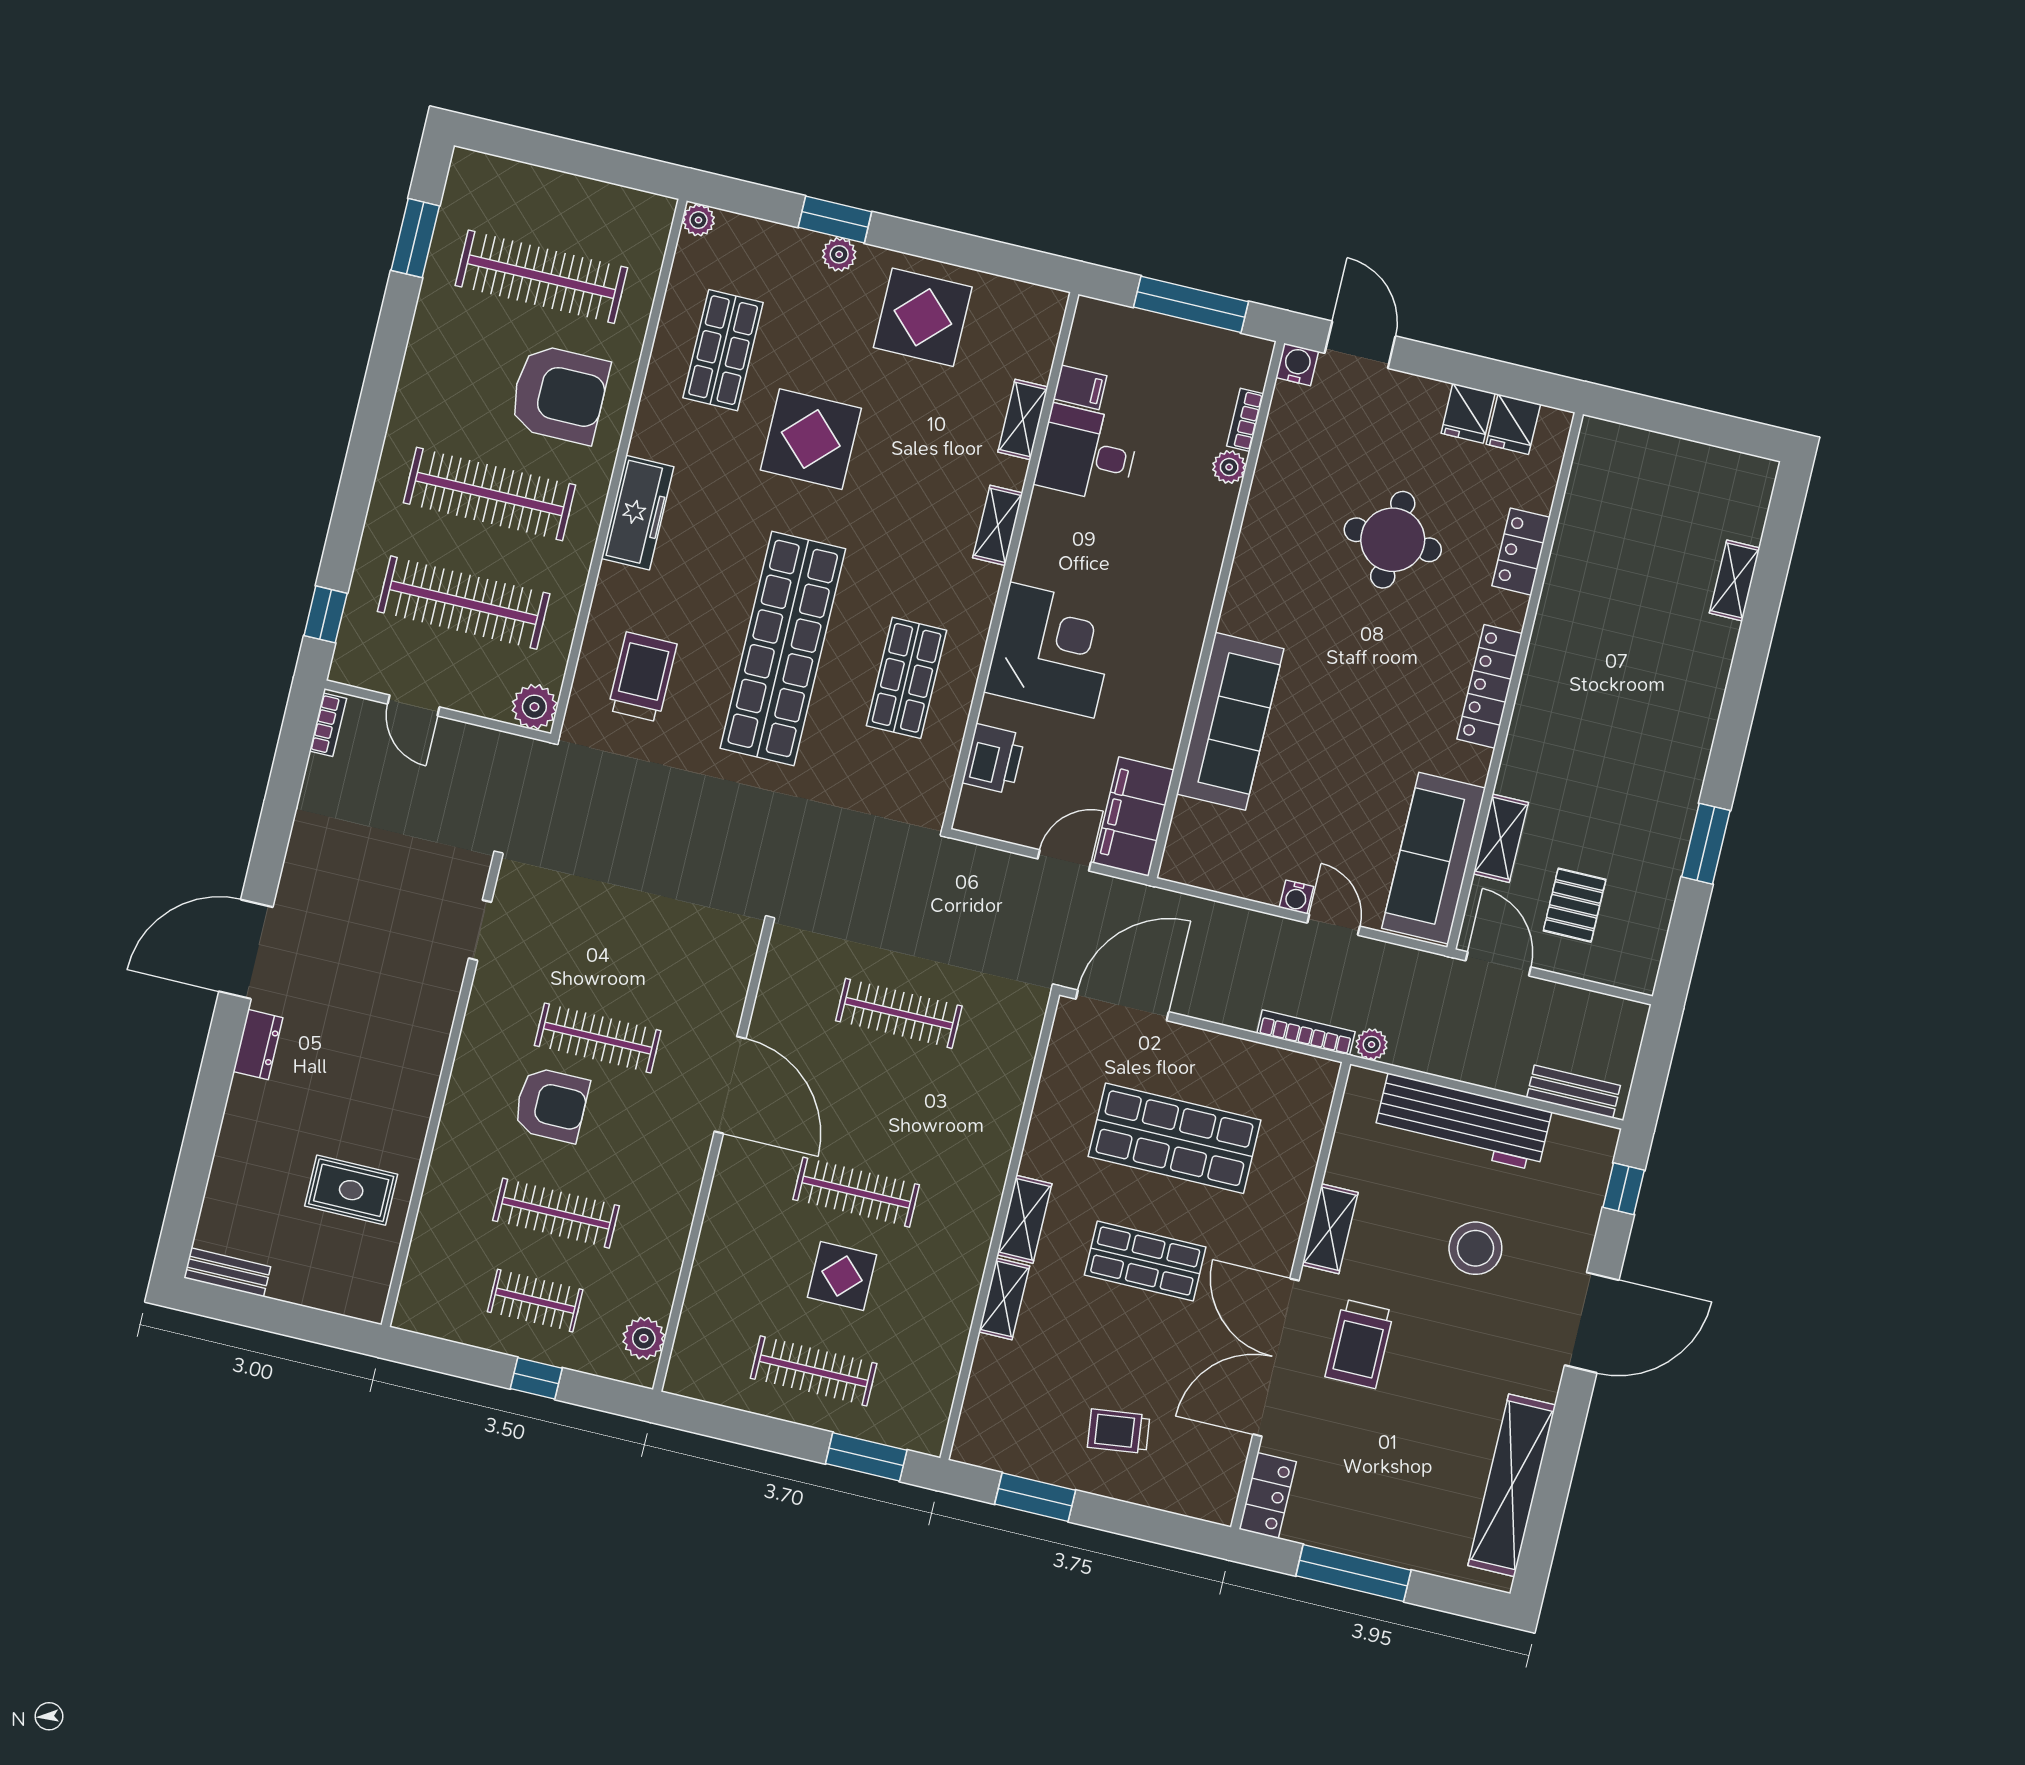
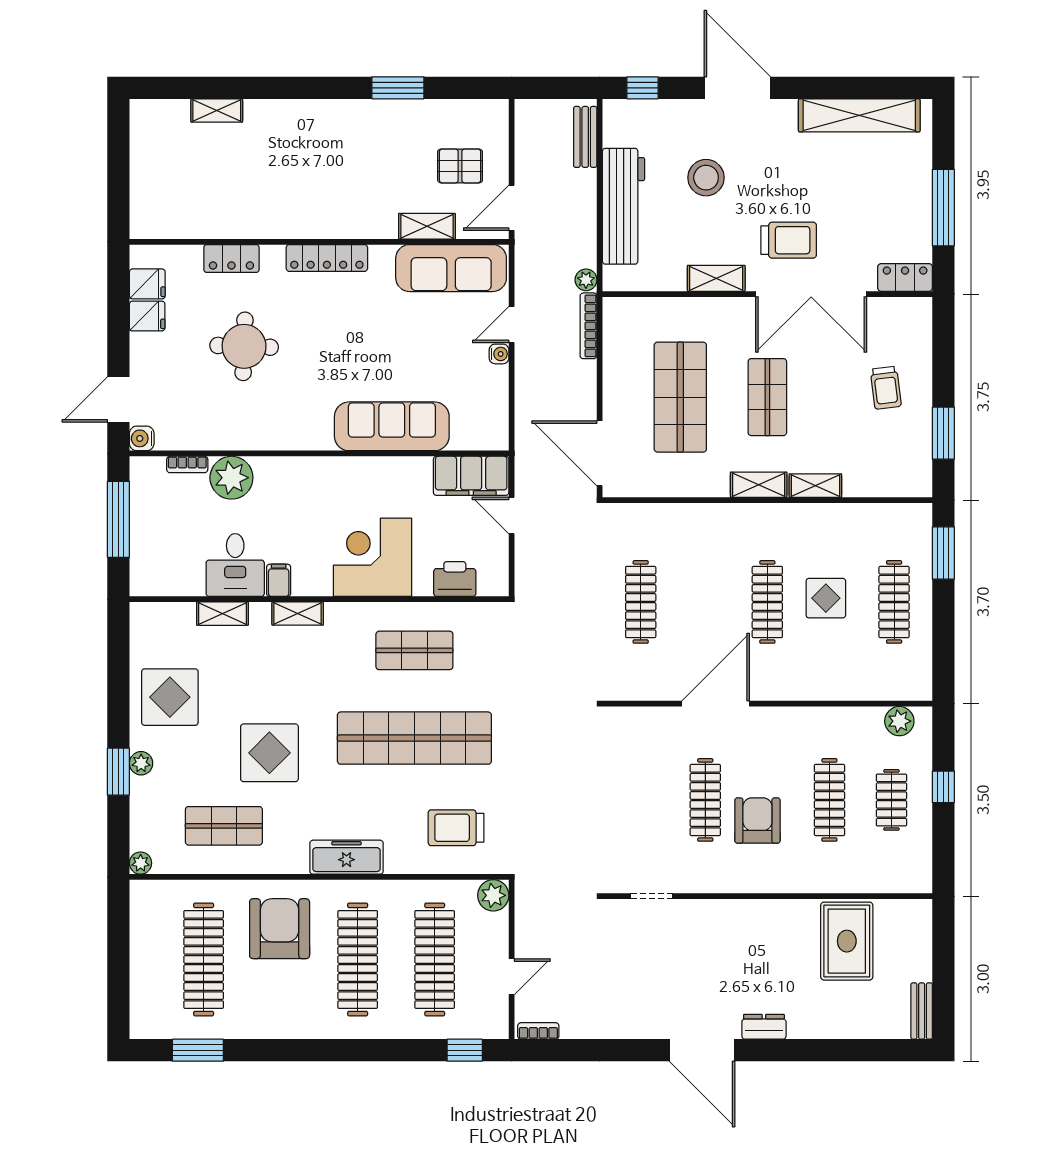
filing cabinet: (1080, 387) -> (279, 580), moved
plant: (1229, 467) -> (231, 478), width x1.88, depth x1.88
rug: (351, 1190) -> (847, 941), width x1.36, depth x1.43

